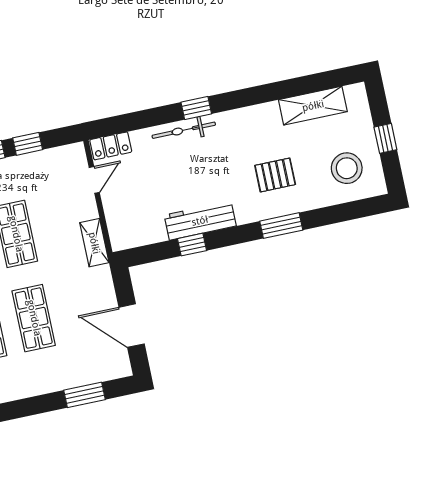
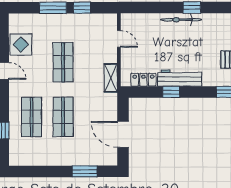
locker: (111, 146) -> (143, 80), moved, turned 180
door: (94, 180) -> (119, 39), hinge flipped

